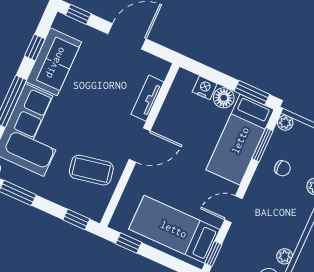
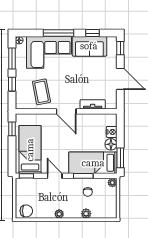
window: (262, 145) -> (83, 176), moved
window: (76, 219) -> (12, 84), moved
plant: (285, 256) -> (59, 214), moved

